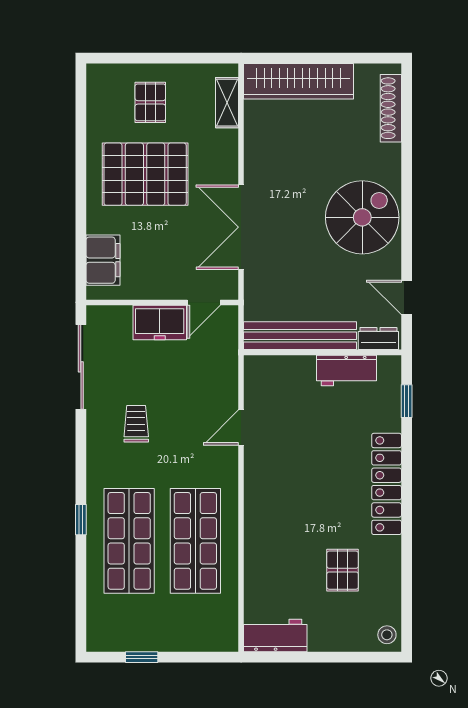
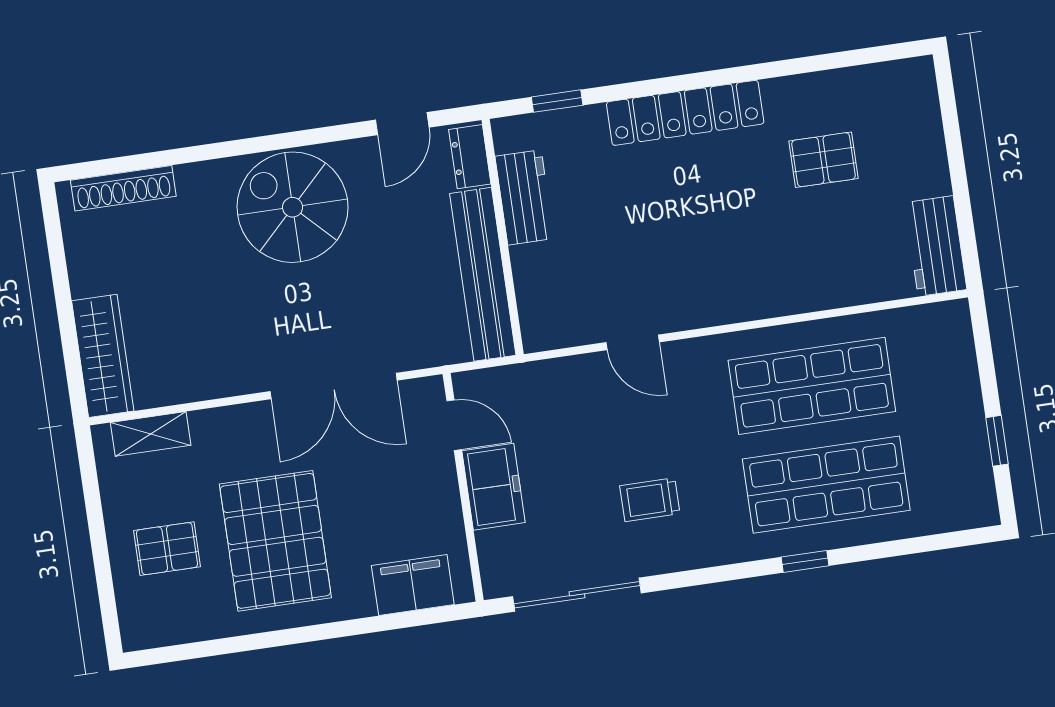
wardrobe: (299, 81) -> (103, 356), width x0.71, depth x0.85
stool: (387, 635) -> (910, 79), removed

